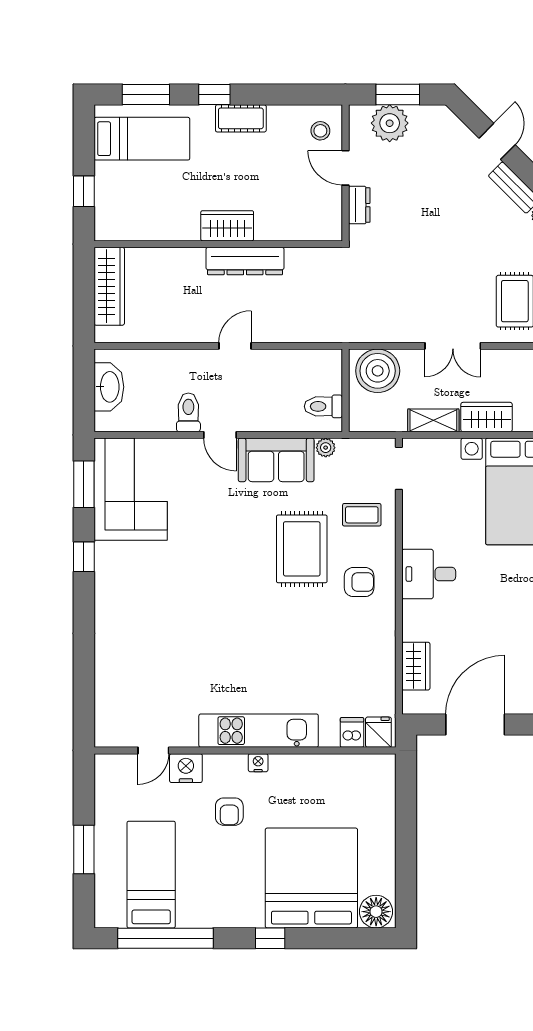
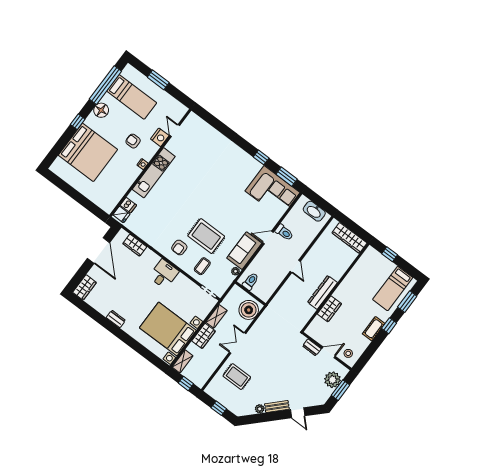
wardrobe: (227, 226) -> (329, 309), moved
floor lamp: (376, 912) -> (101, 110), moved

